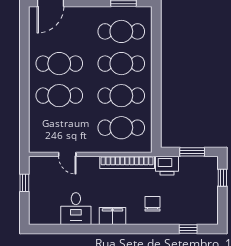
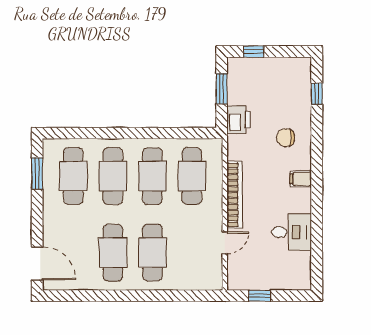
bookcase: (127, 162) -> (235, 195), moved
filing cabinet: (113, 216) -> (301, 179), width x0.50

